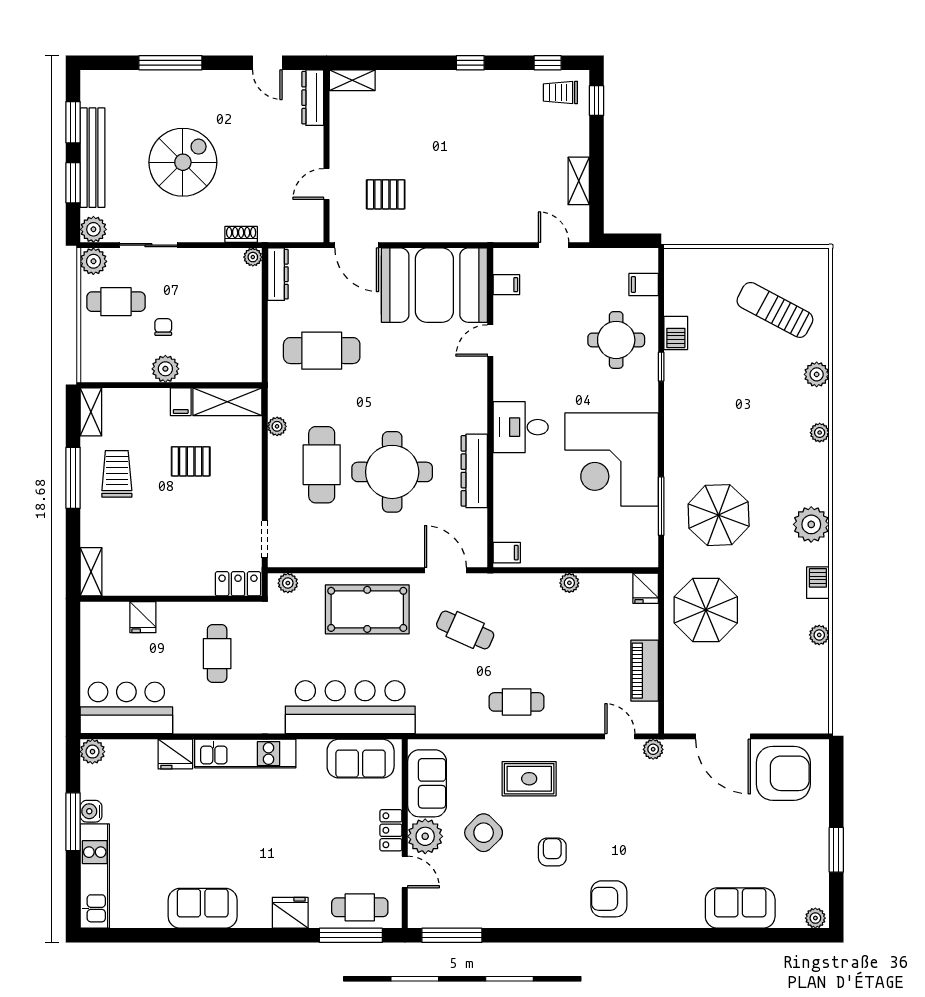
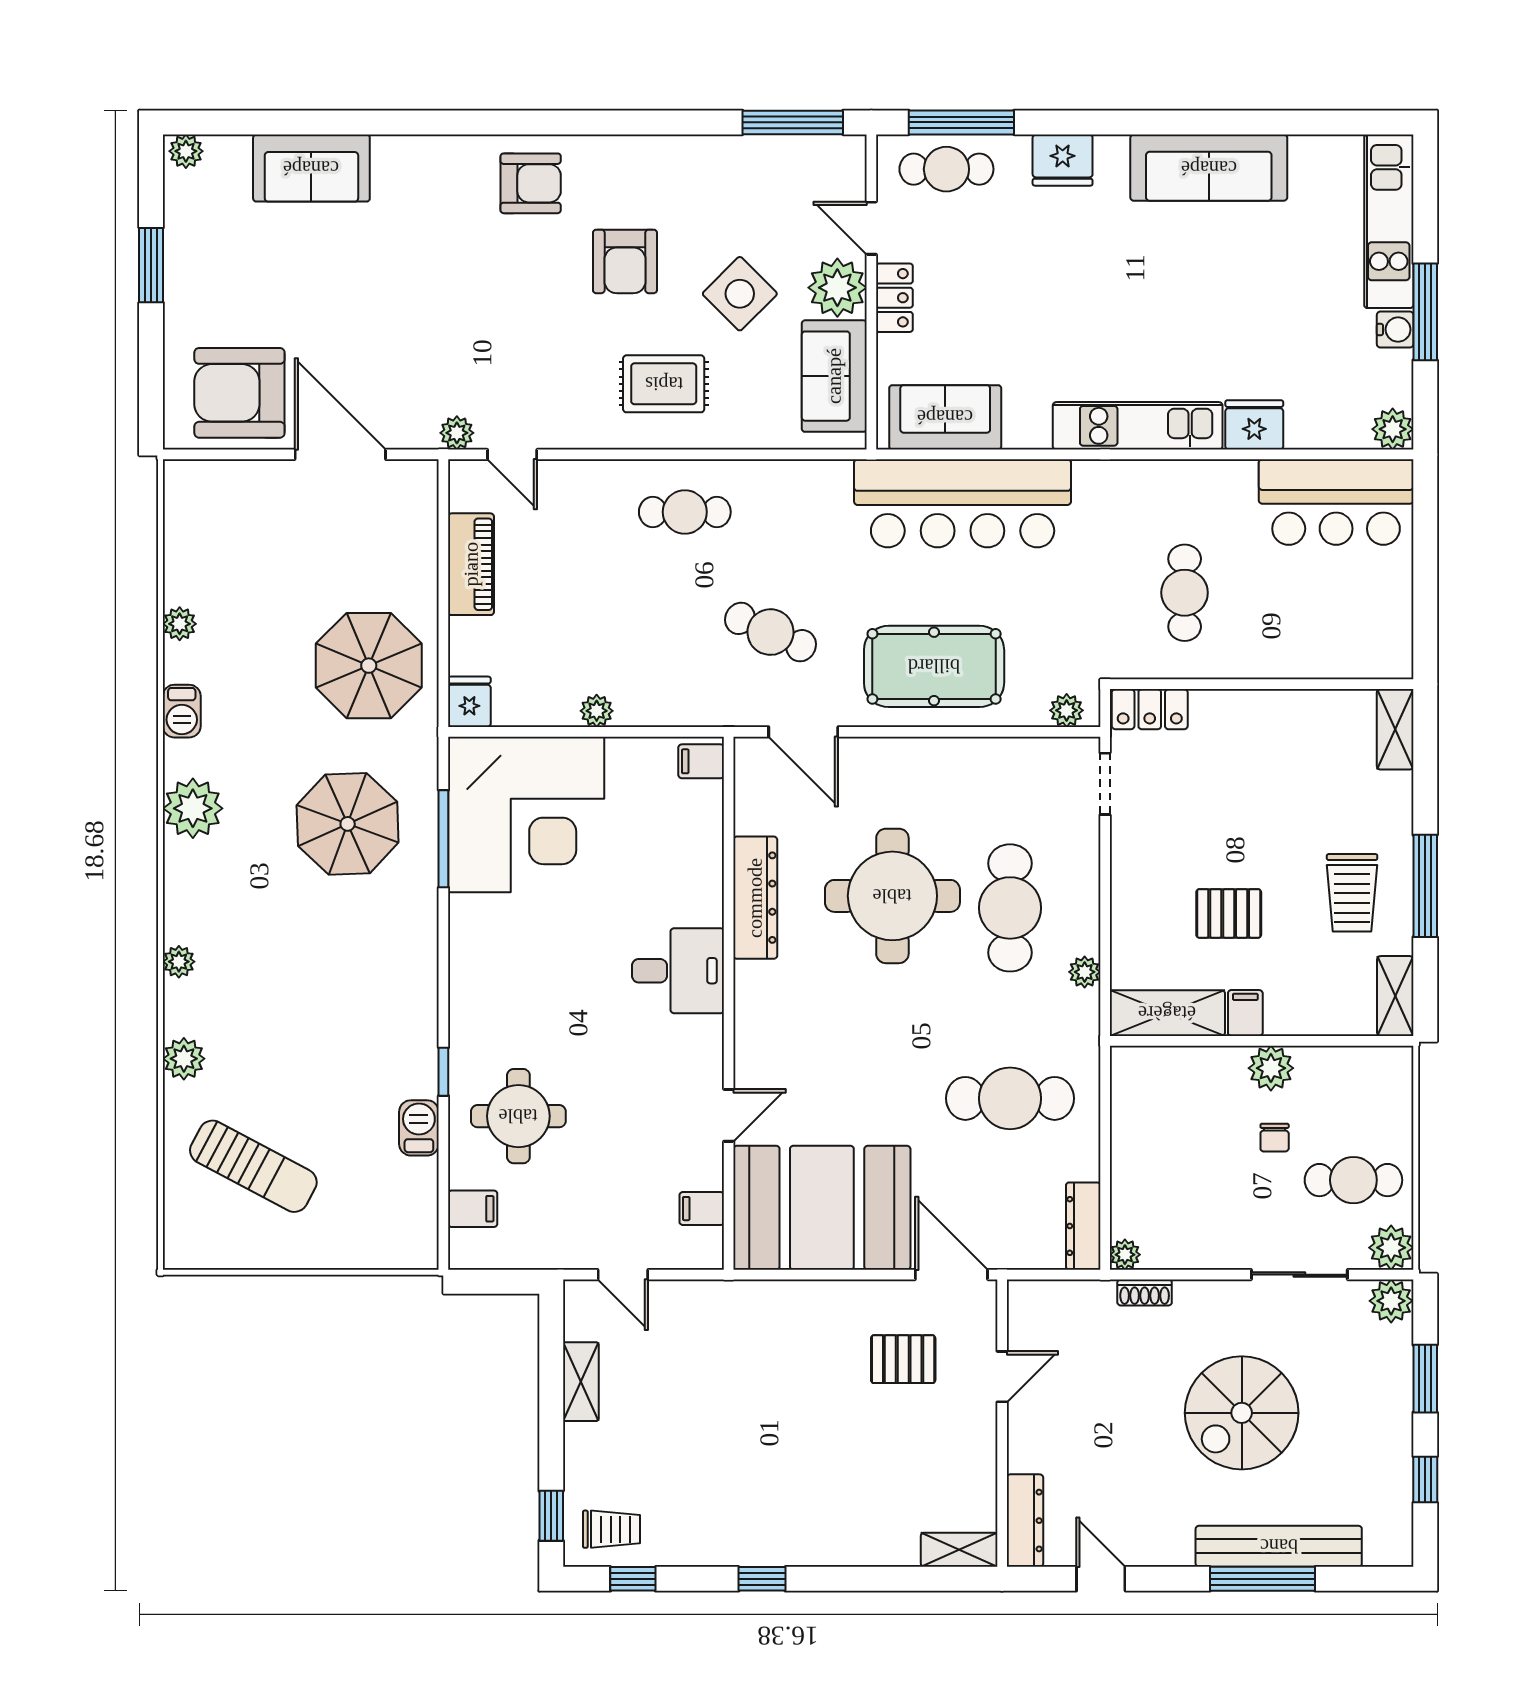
window: (73, 122) -> (1425, 1479), width x0.67
bench: (92, 158) -> (1279, 1546), moved, turned 90
corner desk: (612, 460) -> (526, 814), moved, turned 90
fridge: (143, 617) -> (1308, 654), removed
armchair: (552, 852) -> (625, 261), width x1.38, depth x1.38
sofa: (203, 908) -> (1209, 168), width x1.36

